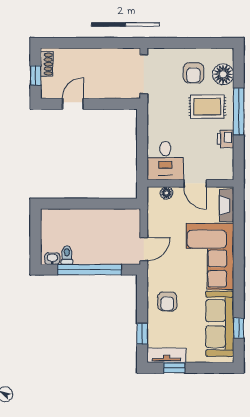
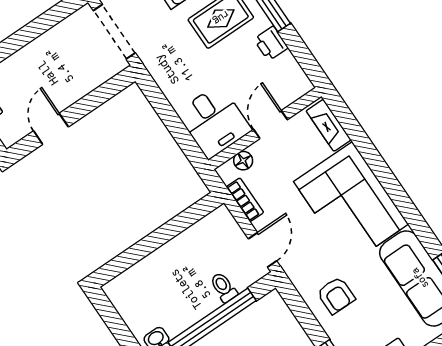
door: (195, 183) -> (271, 125), swing flipped
bookcase: (153, 215) -> (245, 200), added
toilet: (67, 255) -> (224, 287), moved

